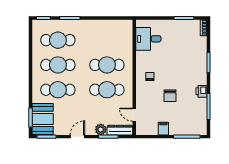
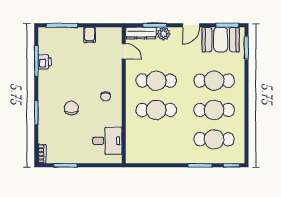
printer: (201, 91) -> (45, 62), moved
chair: (170, 96) -> (71, 108), moved
booth: (43, 119) -> (221, 40), moved, turned 90

